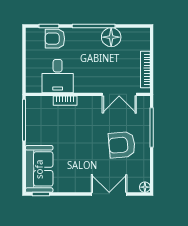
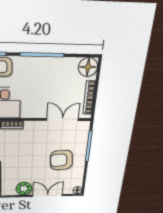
floor lamp: (111, 37) -> (88, 67), moved
double door: (119, 94) -> (63, 119), swing flipped
plant: (80, 183) -> (24, 189), added

